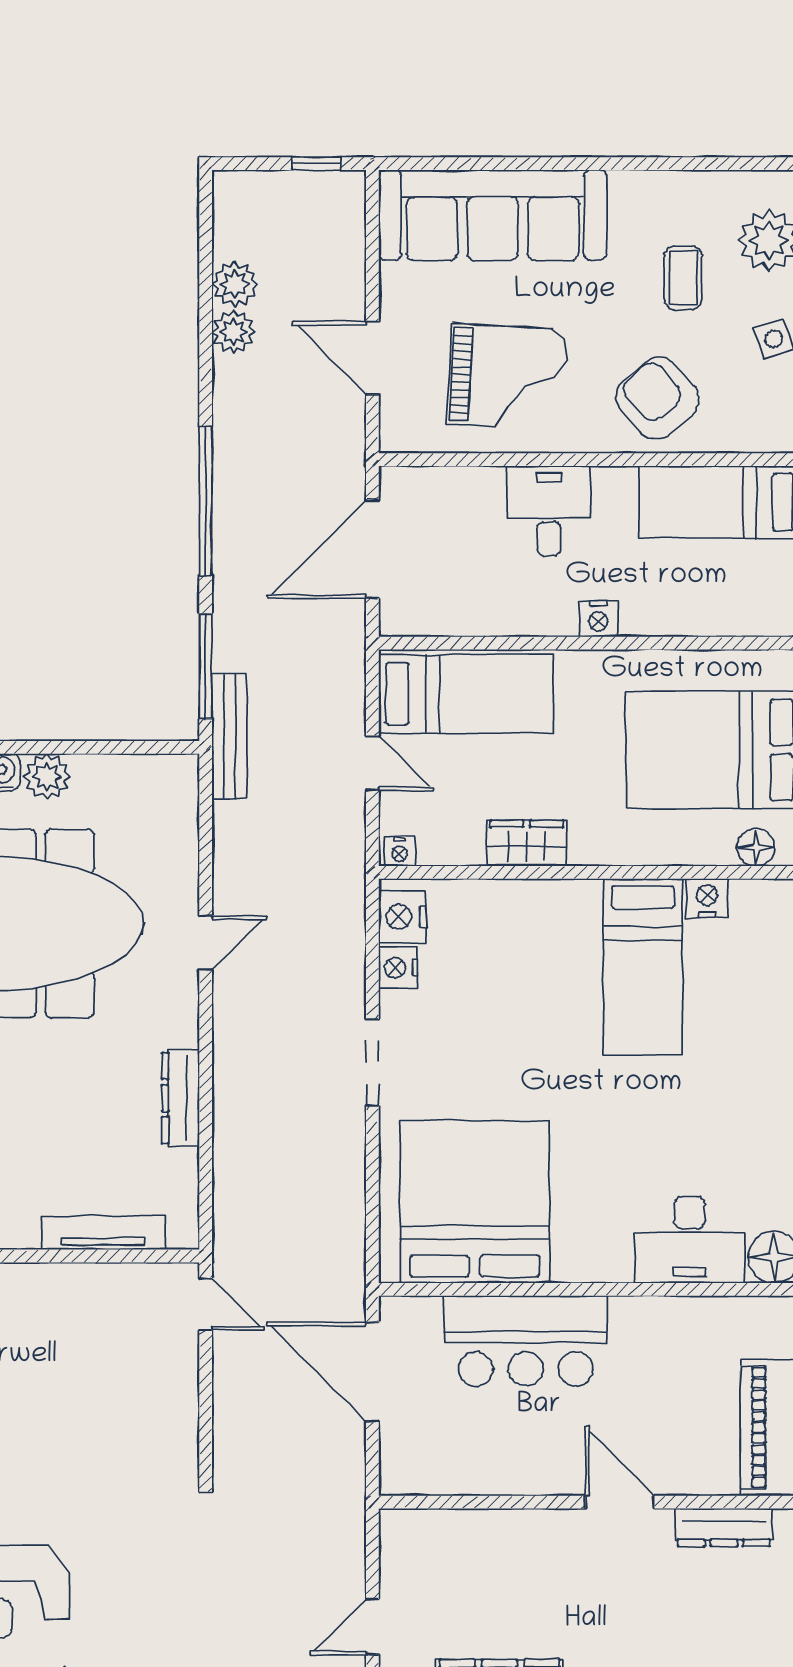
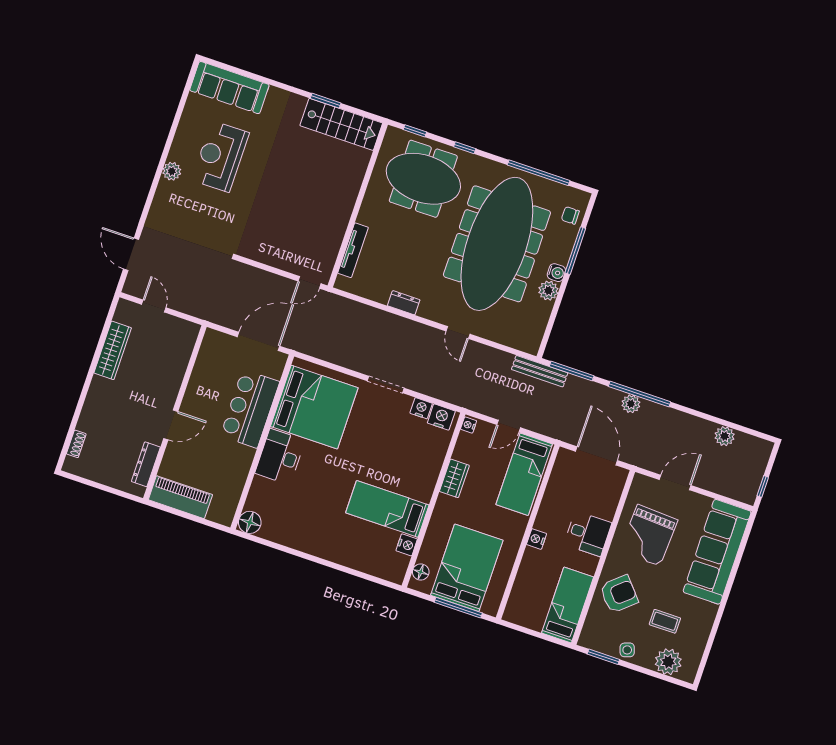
plant: (233, 332) -> (631, 404), moved
dresser: (181, 1098) -> (404, 303), width x0.70
desk: (690, 1240) -> (280, 457), moved

